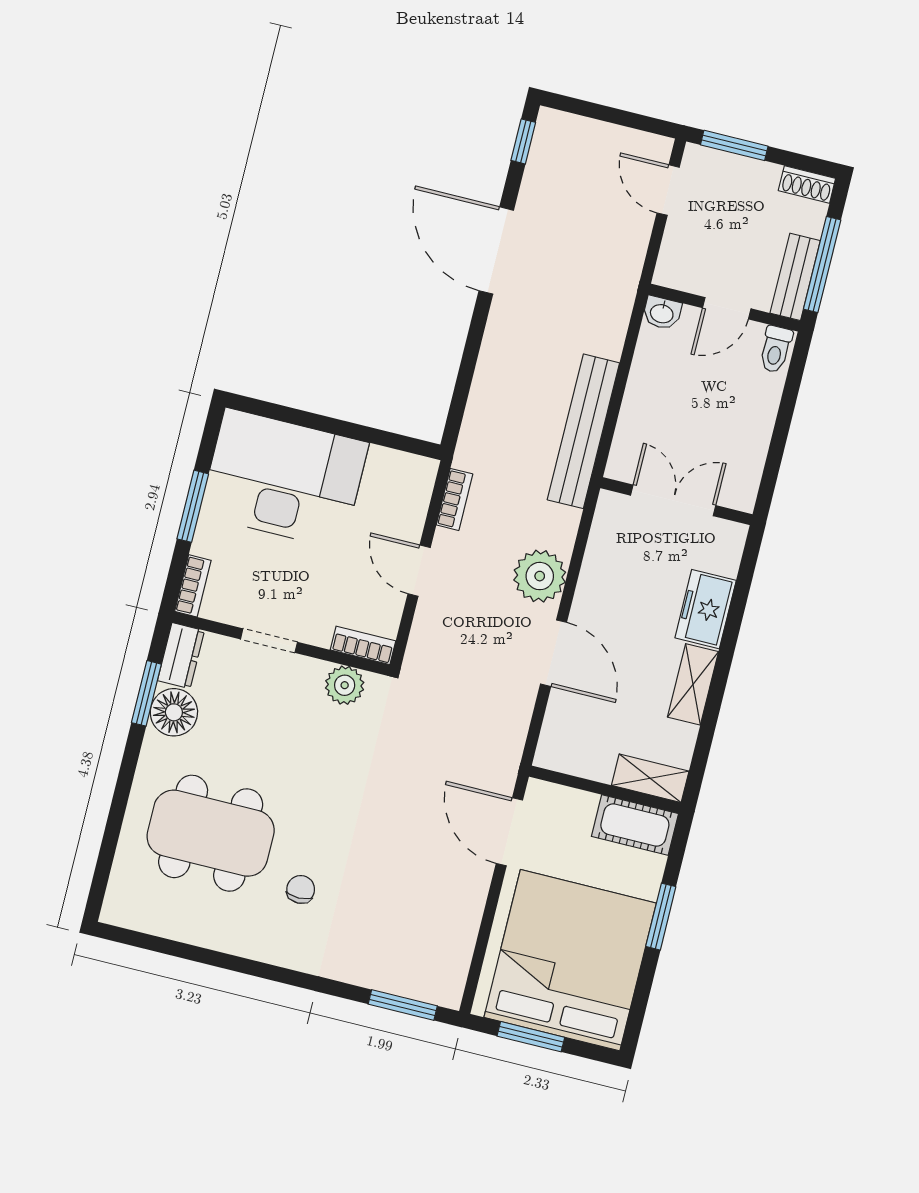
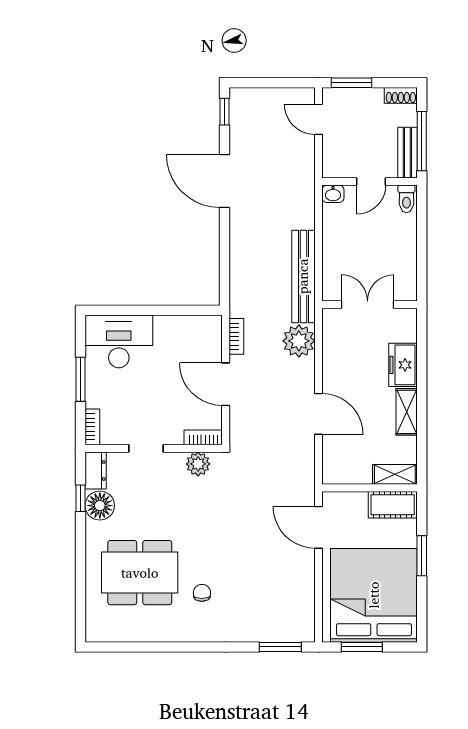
desk: (284, 479) -> (119, 341), width x0.73, depth x0.77
door: (419, 571) -> (226, 384), width x1.38
plant: (540, 576) -> (299, 341), moved
window: (146, 693) -> (81, 498), width x0.67

